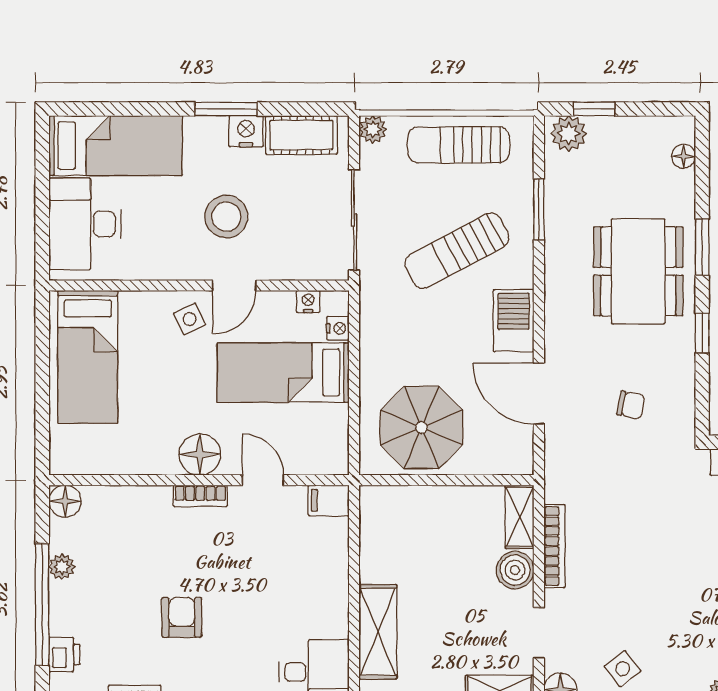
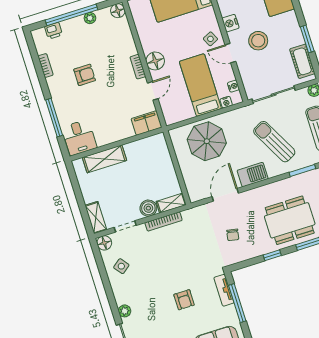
window: (226, 109) -> (307, 39), moved
nightstand: (246, 131) -> (230, 23), moved, turned 180
parasol: (421, 428) -> (207, 141), moved
filing cabinet: (329, 500) -> (147, 123), width x2.00

